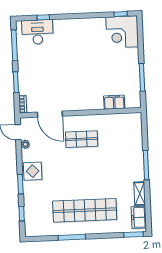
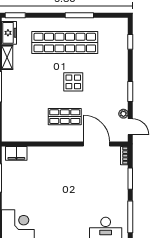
filing cabinet: (114, 102) -> (16, 153), moved
display table: (33, 171) -> (73, 82), moved
window: (20, 184) -> (130, 92), moved

